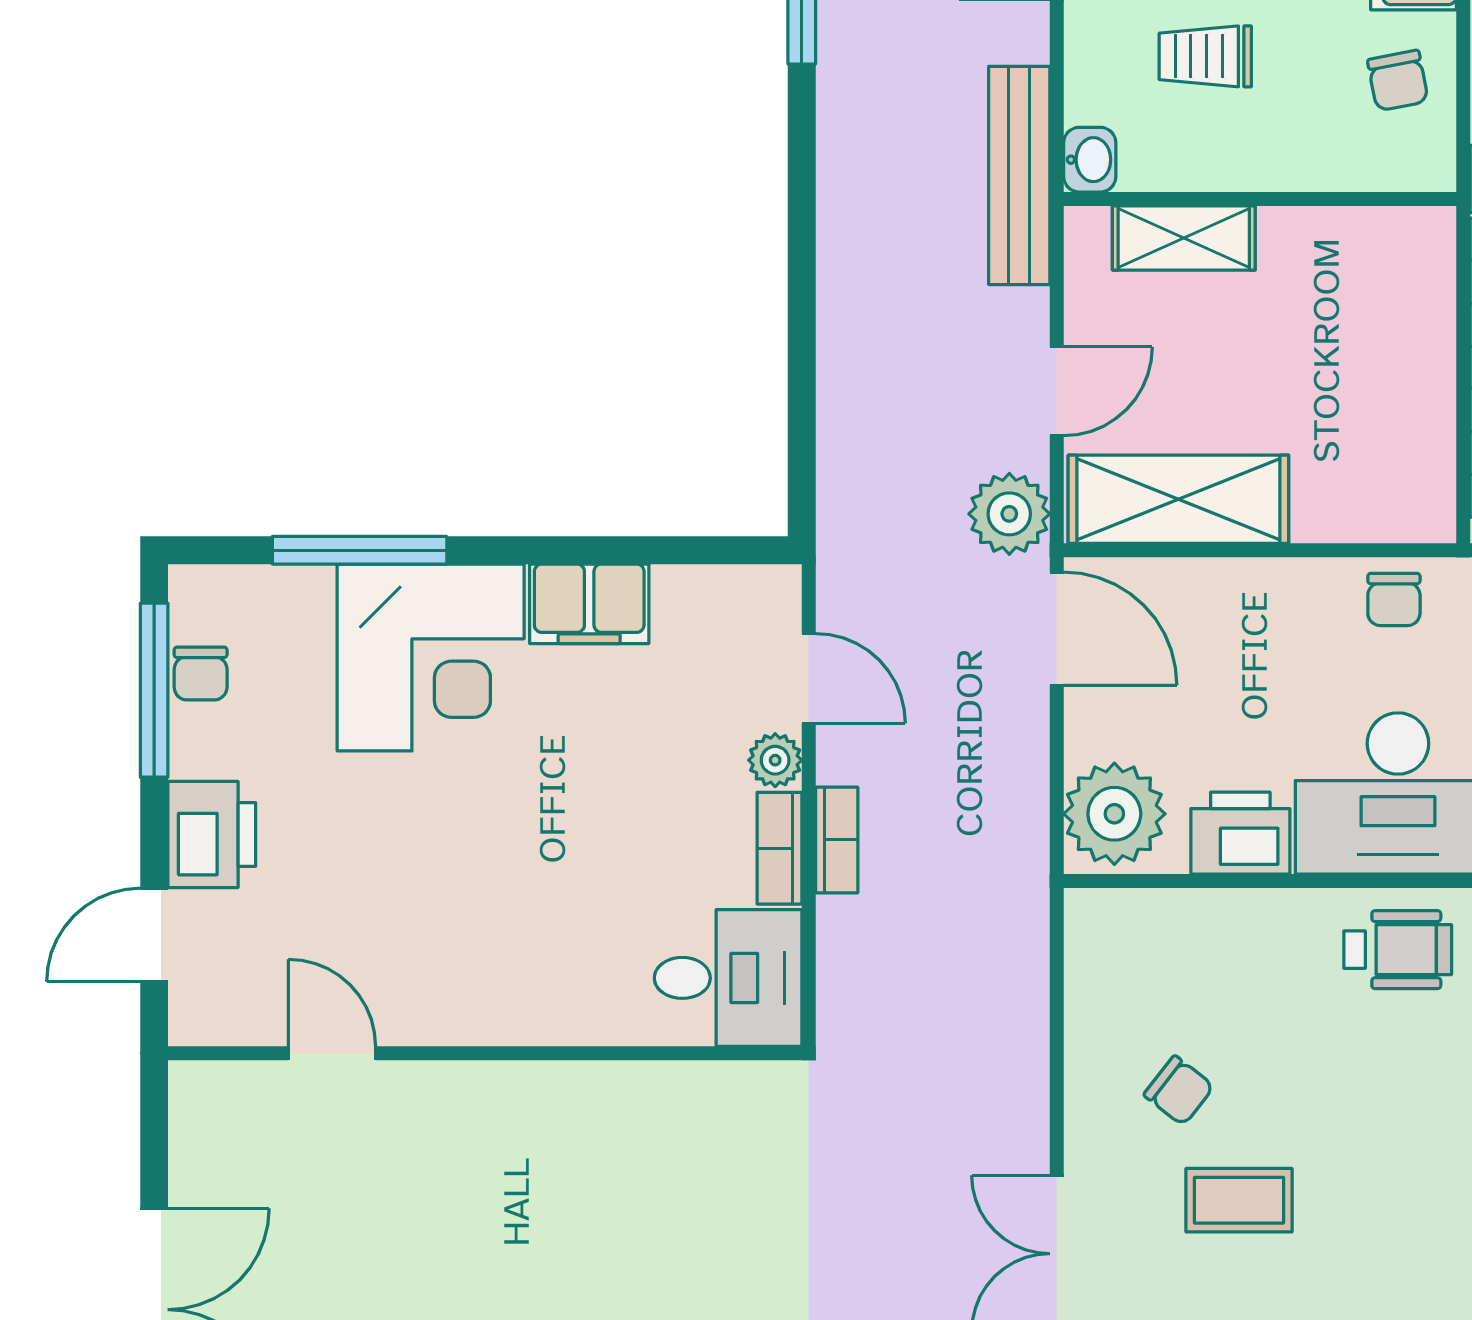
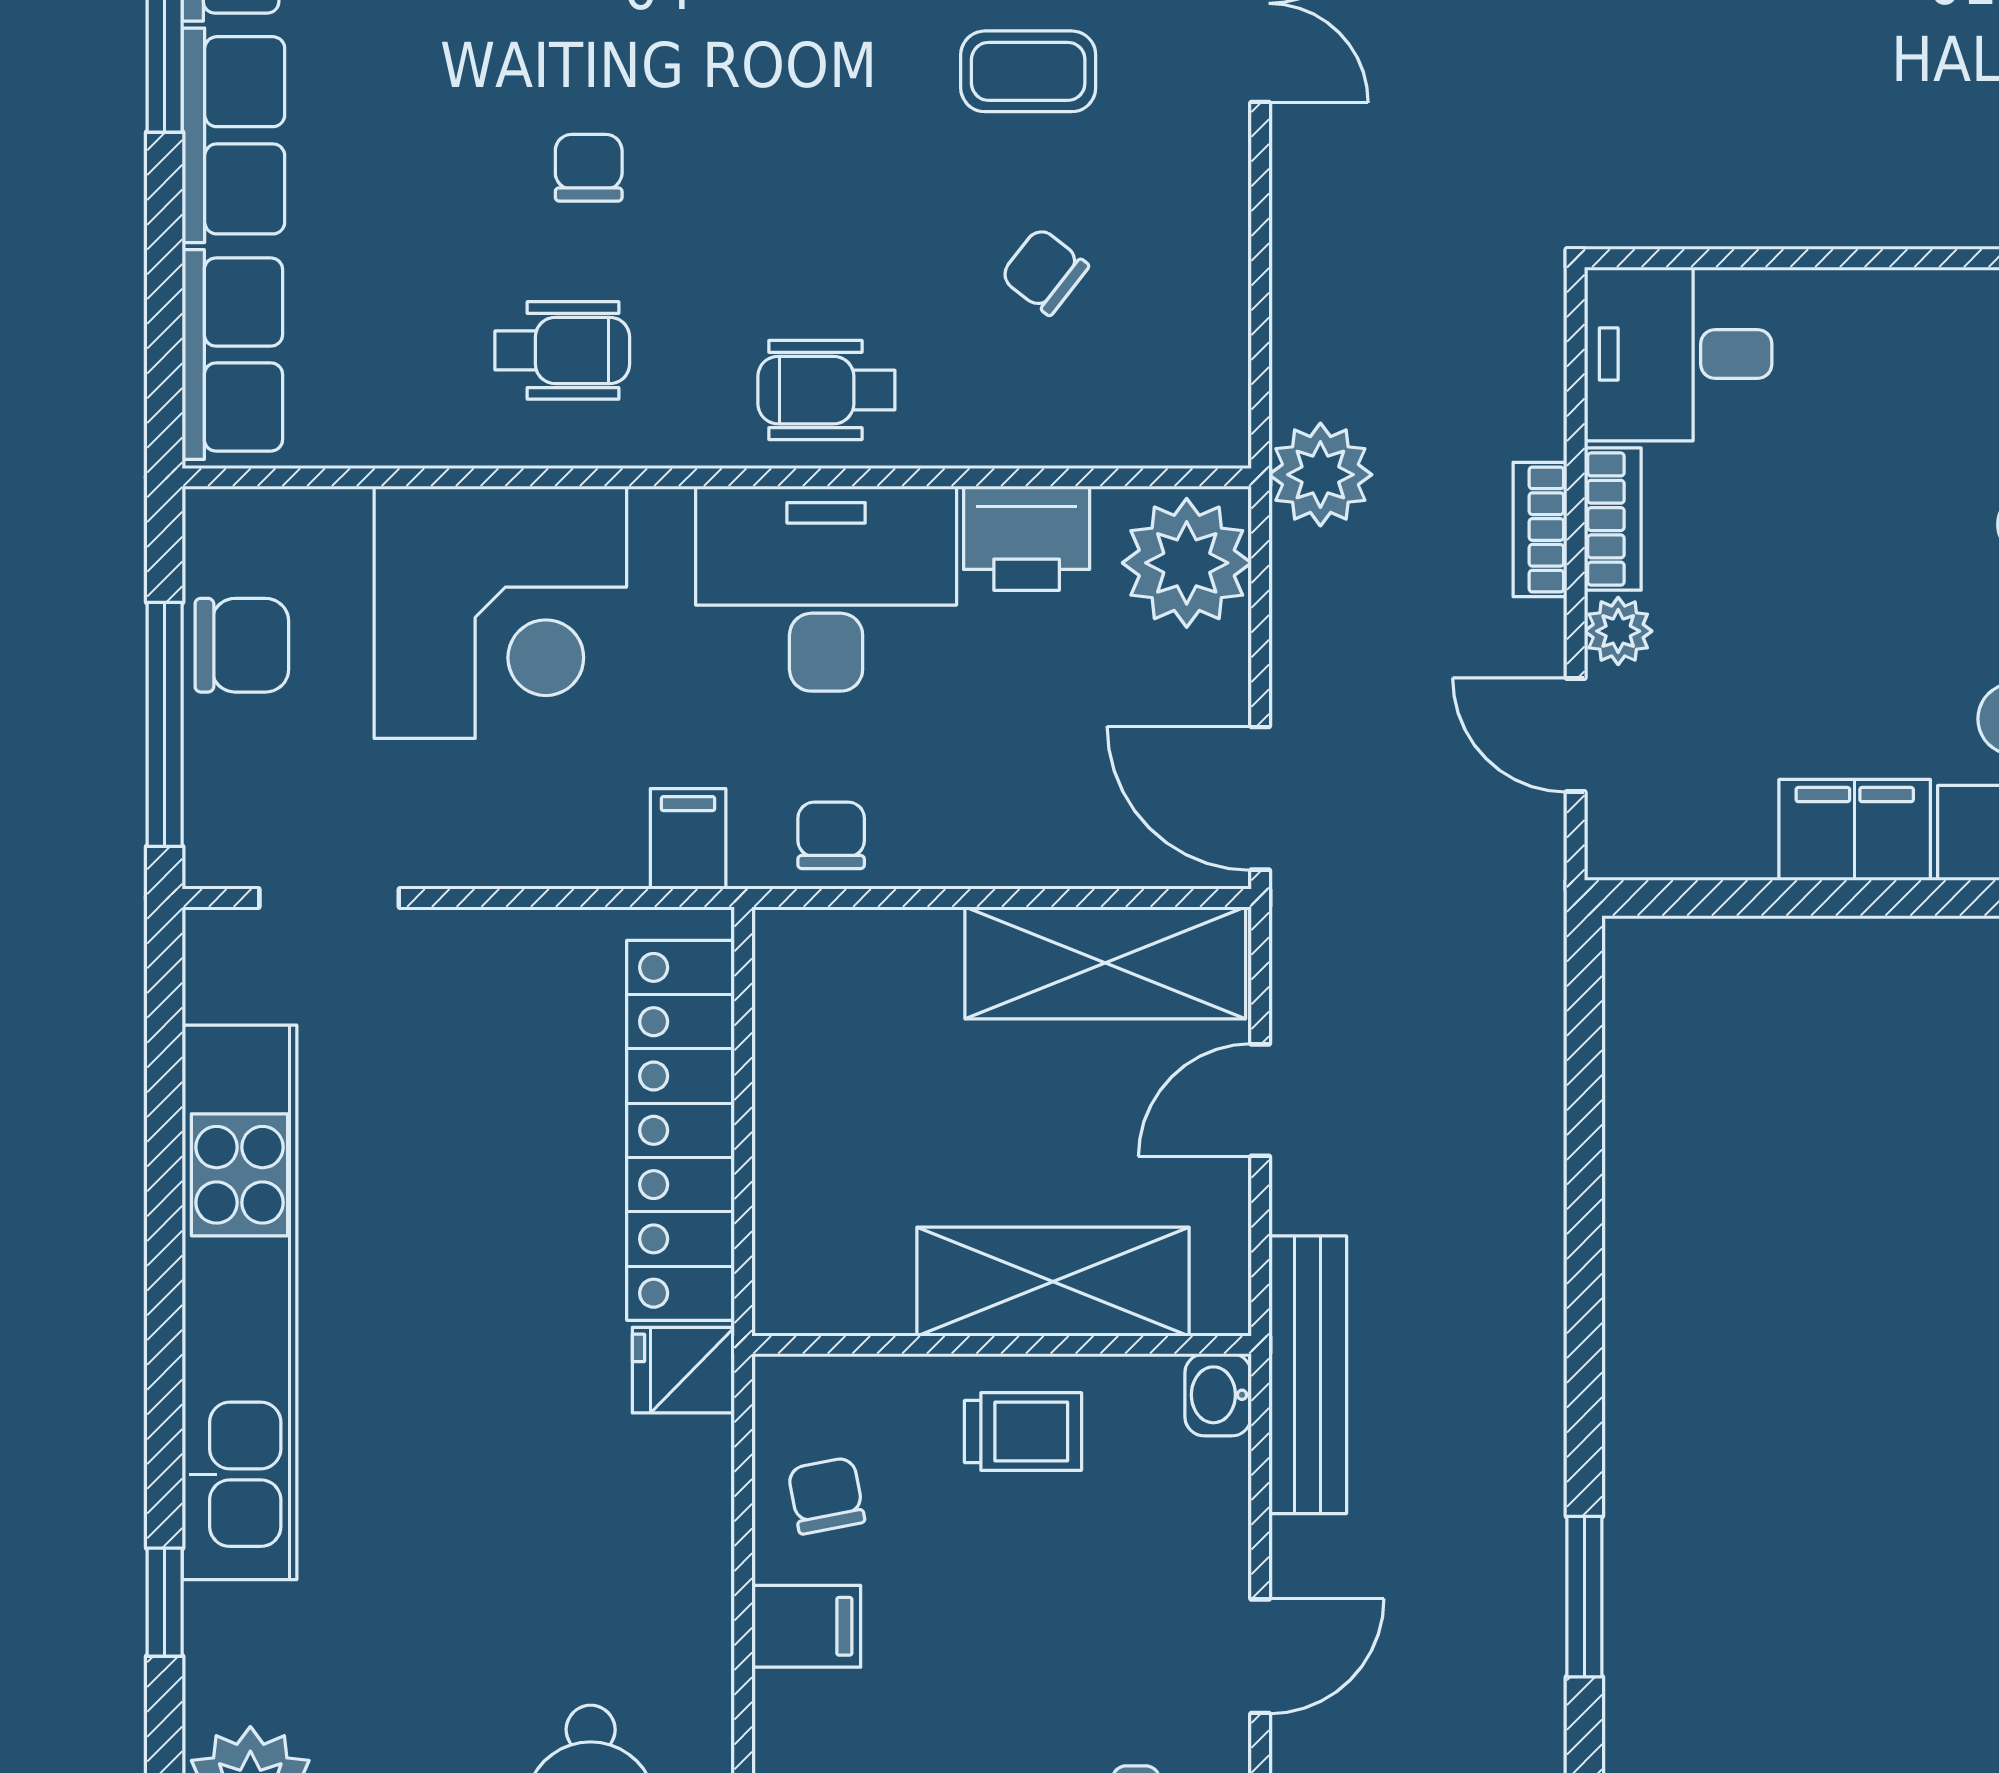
trolley: (1205, 56) -> (1023, 1431), moved
shelving: (1184, 238) -> (1053, 1282), width x1.50, depth x1.33
plant: (1009, 514) -> (1320, 475), moved
chair: (1179, 1091) -> (1044, 271), moved

